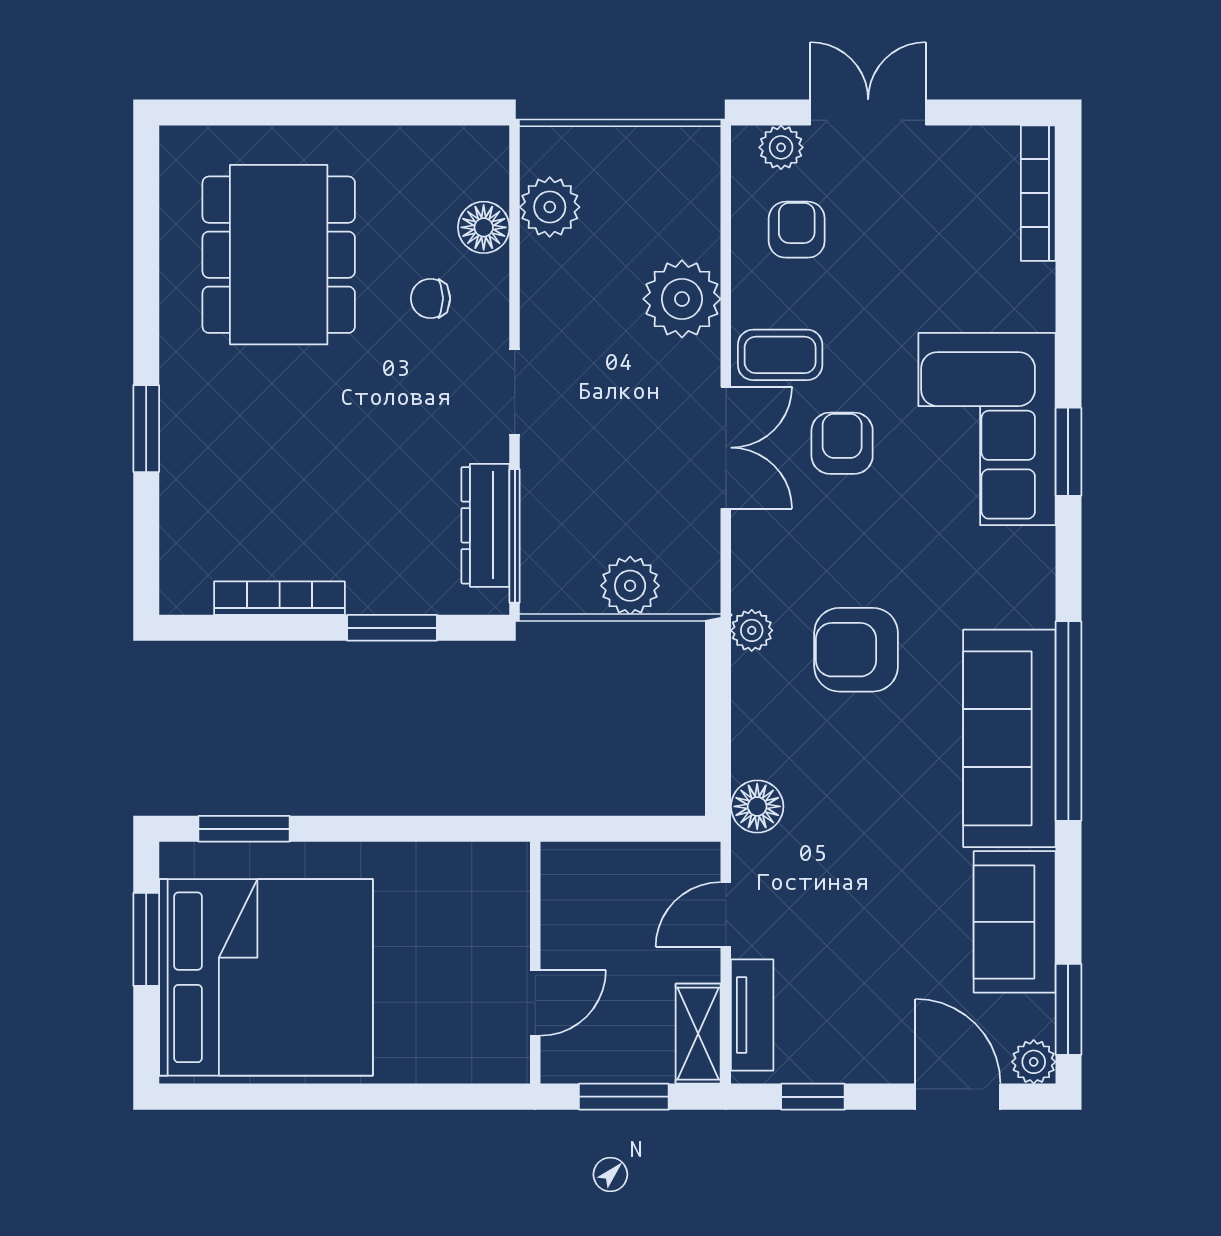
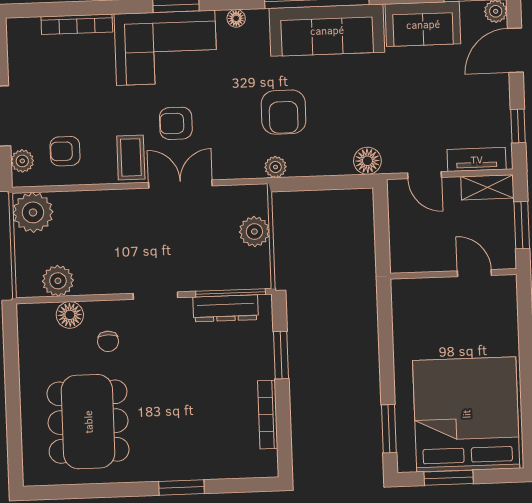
bookcase: (1038, 193) -> (77, 24), moved
dining table: (279, 255) -> (88, 422), turned 90
plant: (682, 299) -> (33, 212), moved
floor lamp: (1038, 566) -> (236, 18), added

